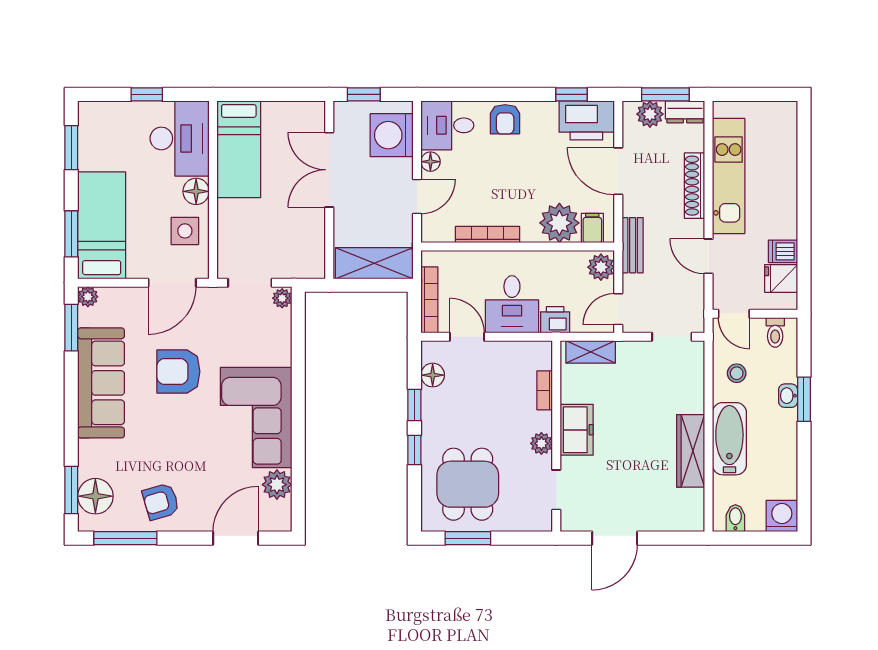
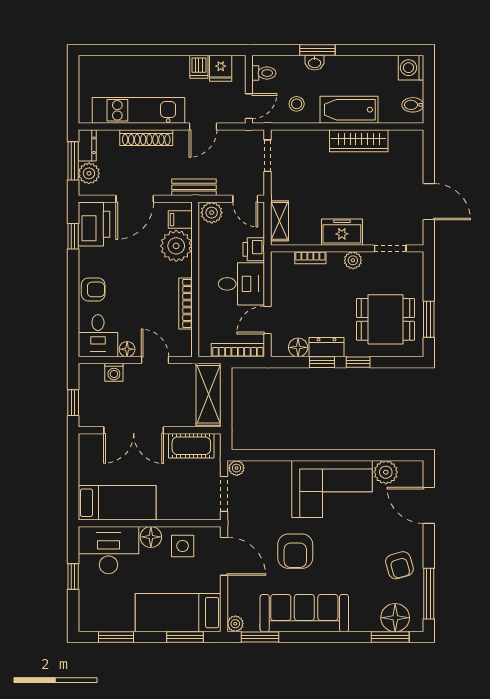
washing machine: (392, 135) -> (114, 372), width x0.53, depth x0.53
cot: (310, 242) -> (191, 446), added
dresser: (433, 411) -> (326, 347), added

